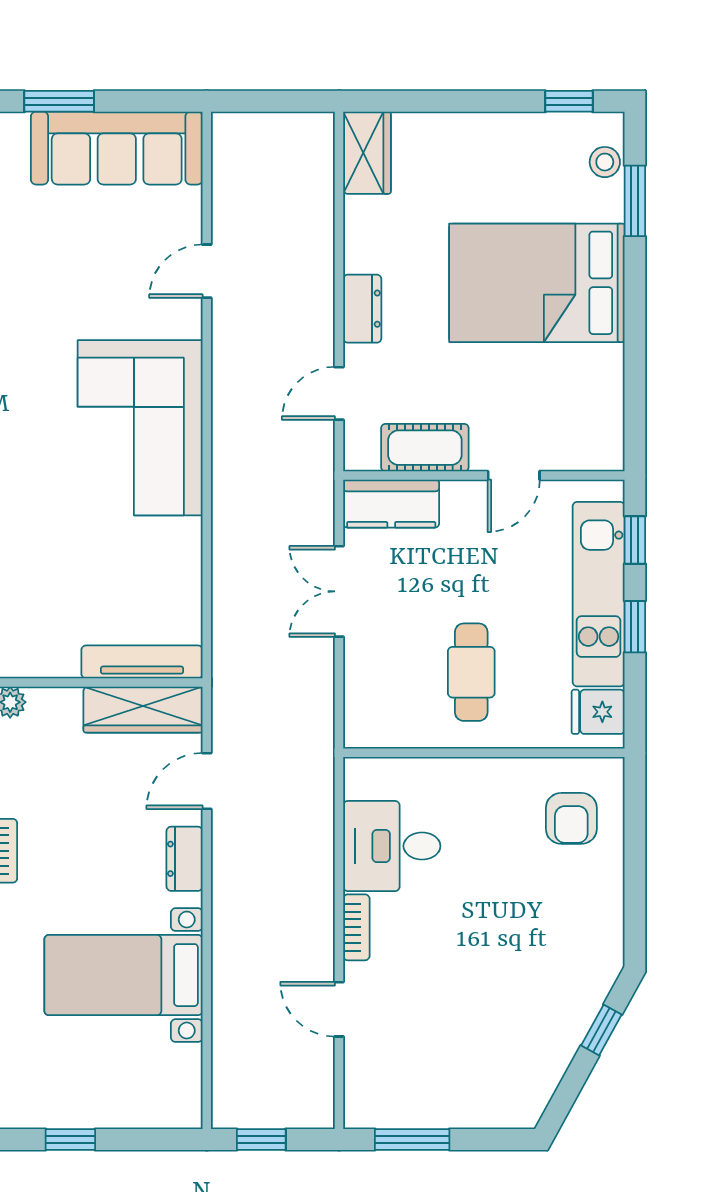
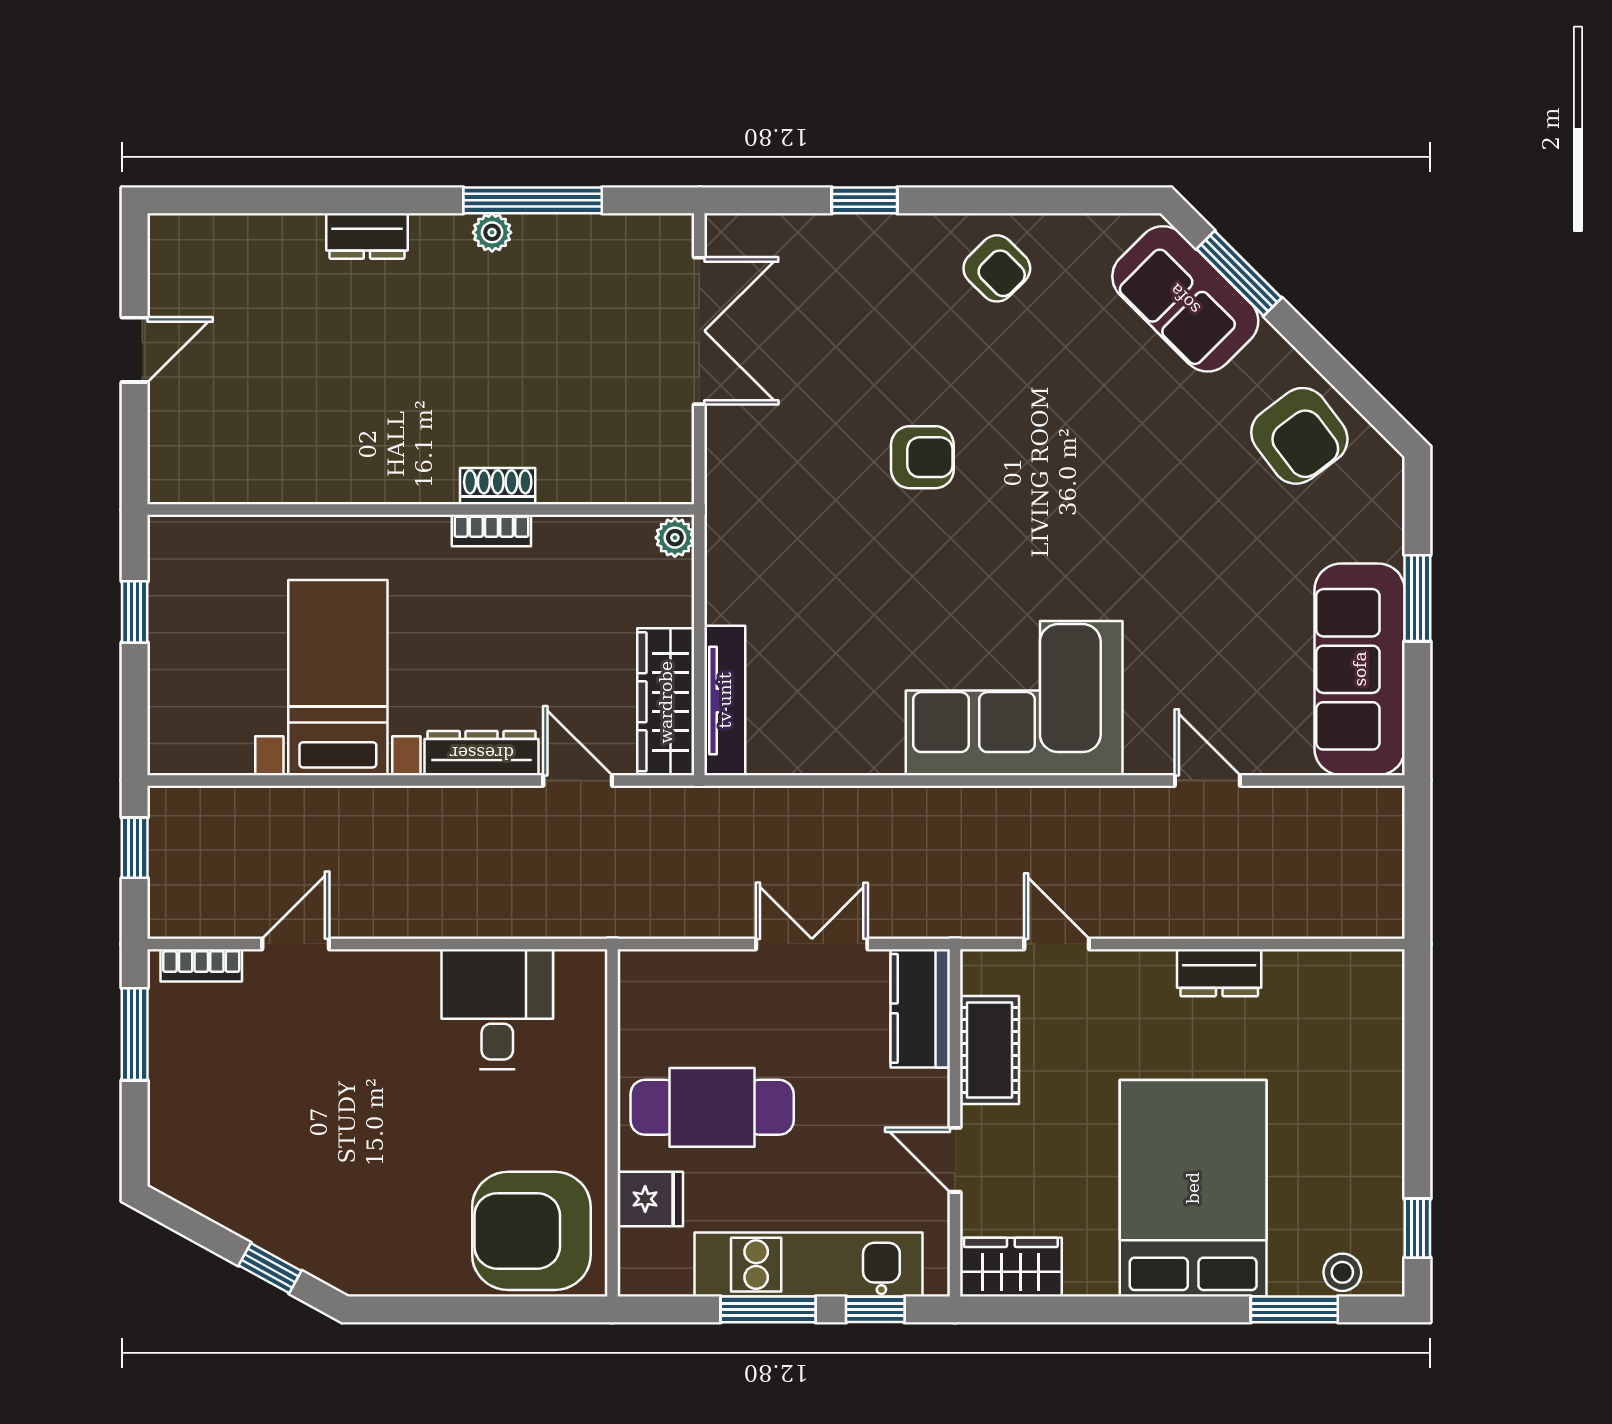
wardrobe: (367, 153) -> (1011, 1267), moved, turned 180
dresser: (362, 309) -> (1219, 973), moved
window: (635, 627) -> (768, 1309), width x1.50
cafe table: (471, 672) -> (712, 1107), width x1.37, depth x1.35
fridge: (598, 712) -> (650, 1199), moved, turned 90
armchair: (571, 818) -> (531, 1231), width x1.88, depth x1.88
dresser: (185, 859) -> (482, 753), width x1.44
bookcase: (356, 927) -> (201, 965), moved

